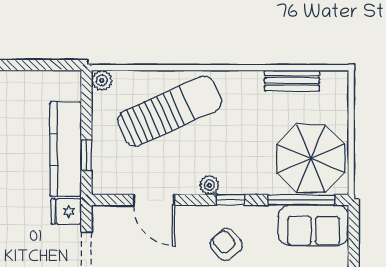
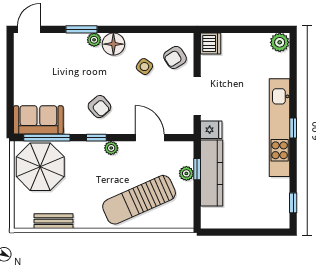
plant: (102, 80) -> (186, 173), moved

